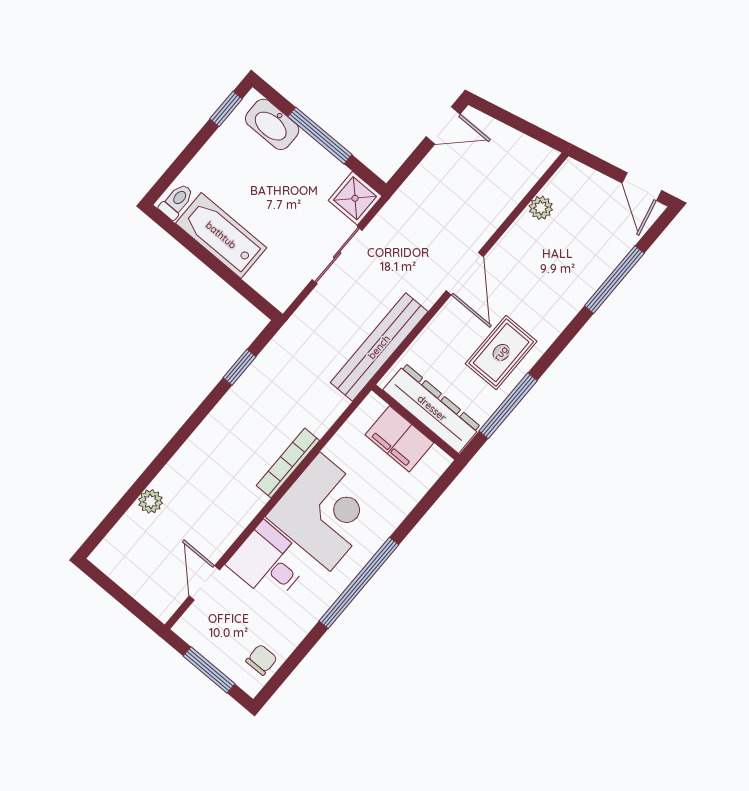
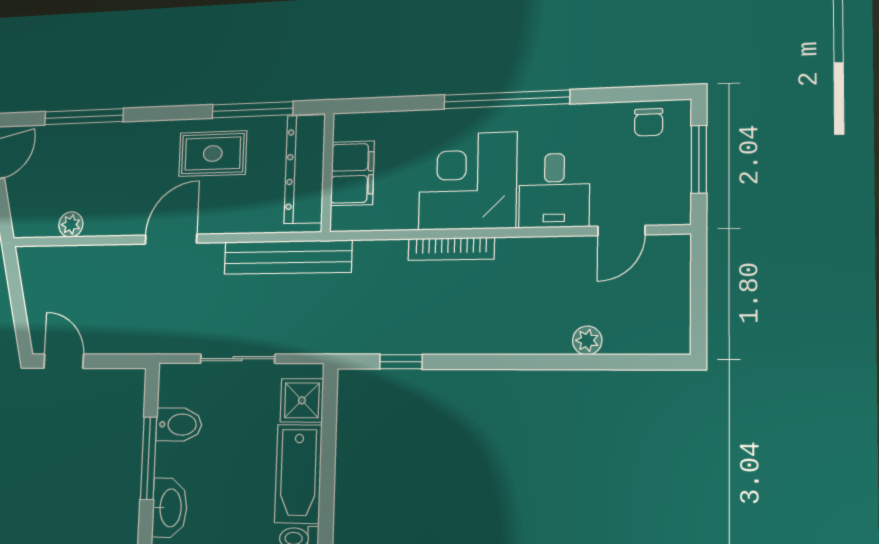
bidet: (326, 176) -> (179, 425), added
shower: (355, 198) -> (302, 400), moved
chair: (262, 660) -> (649, 122), turned -90

